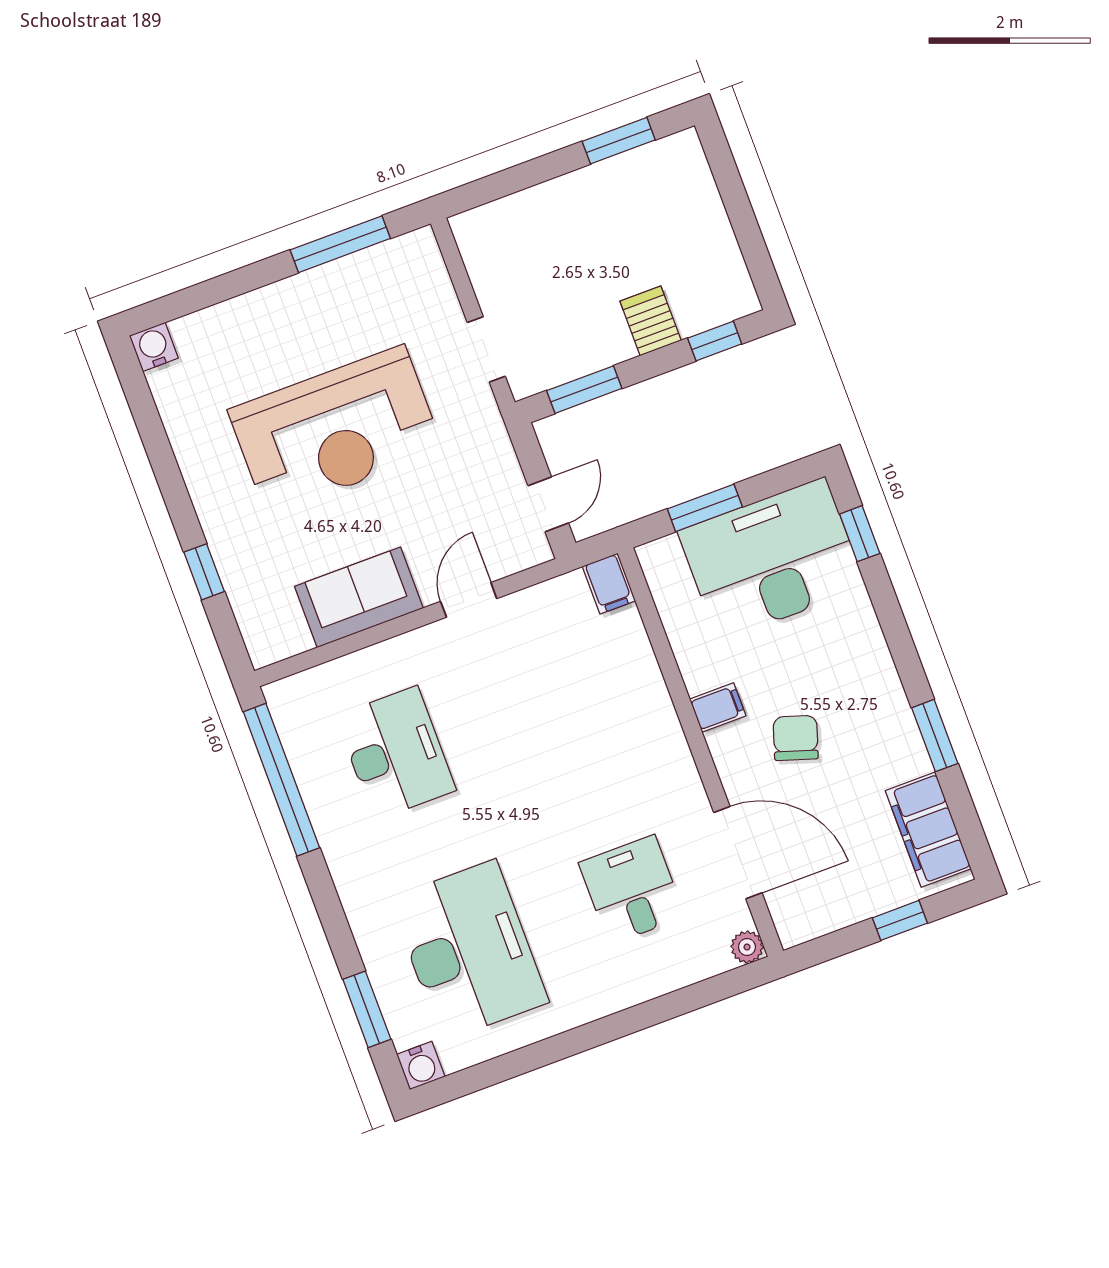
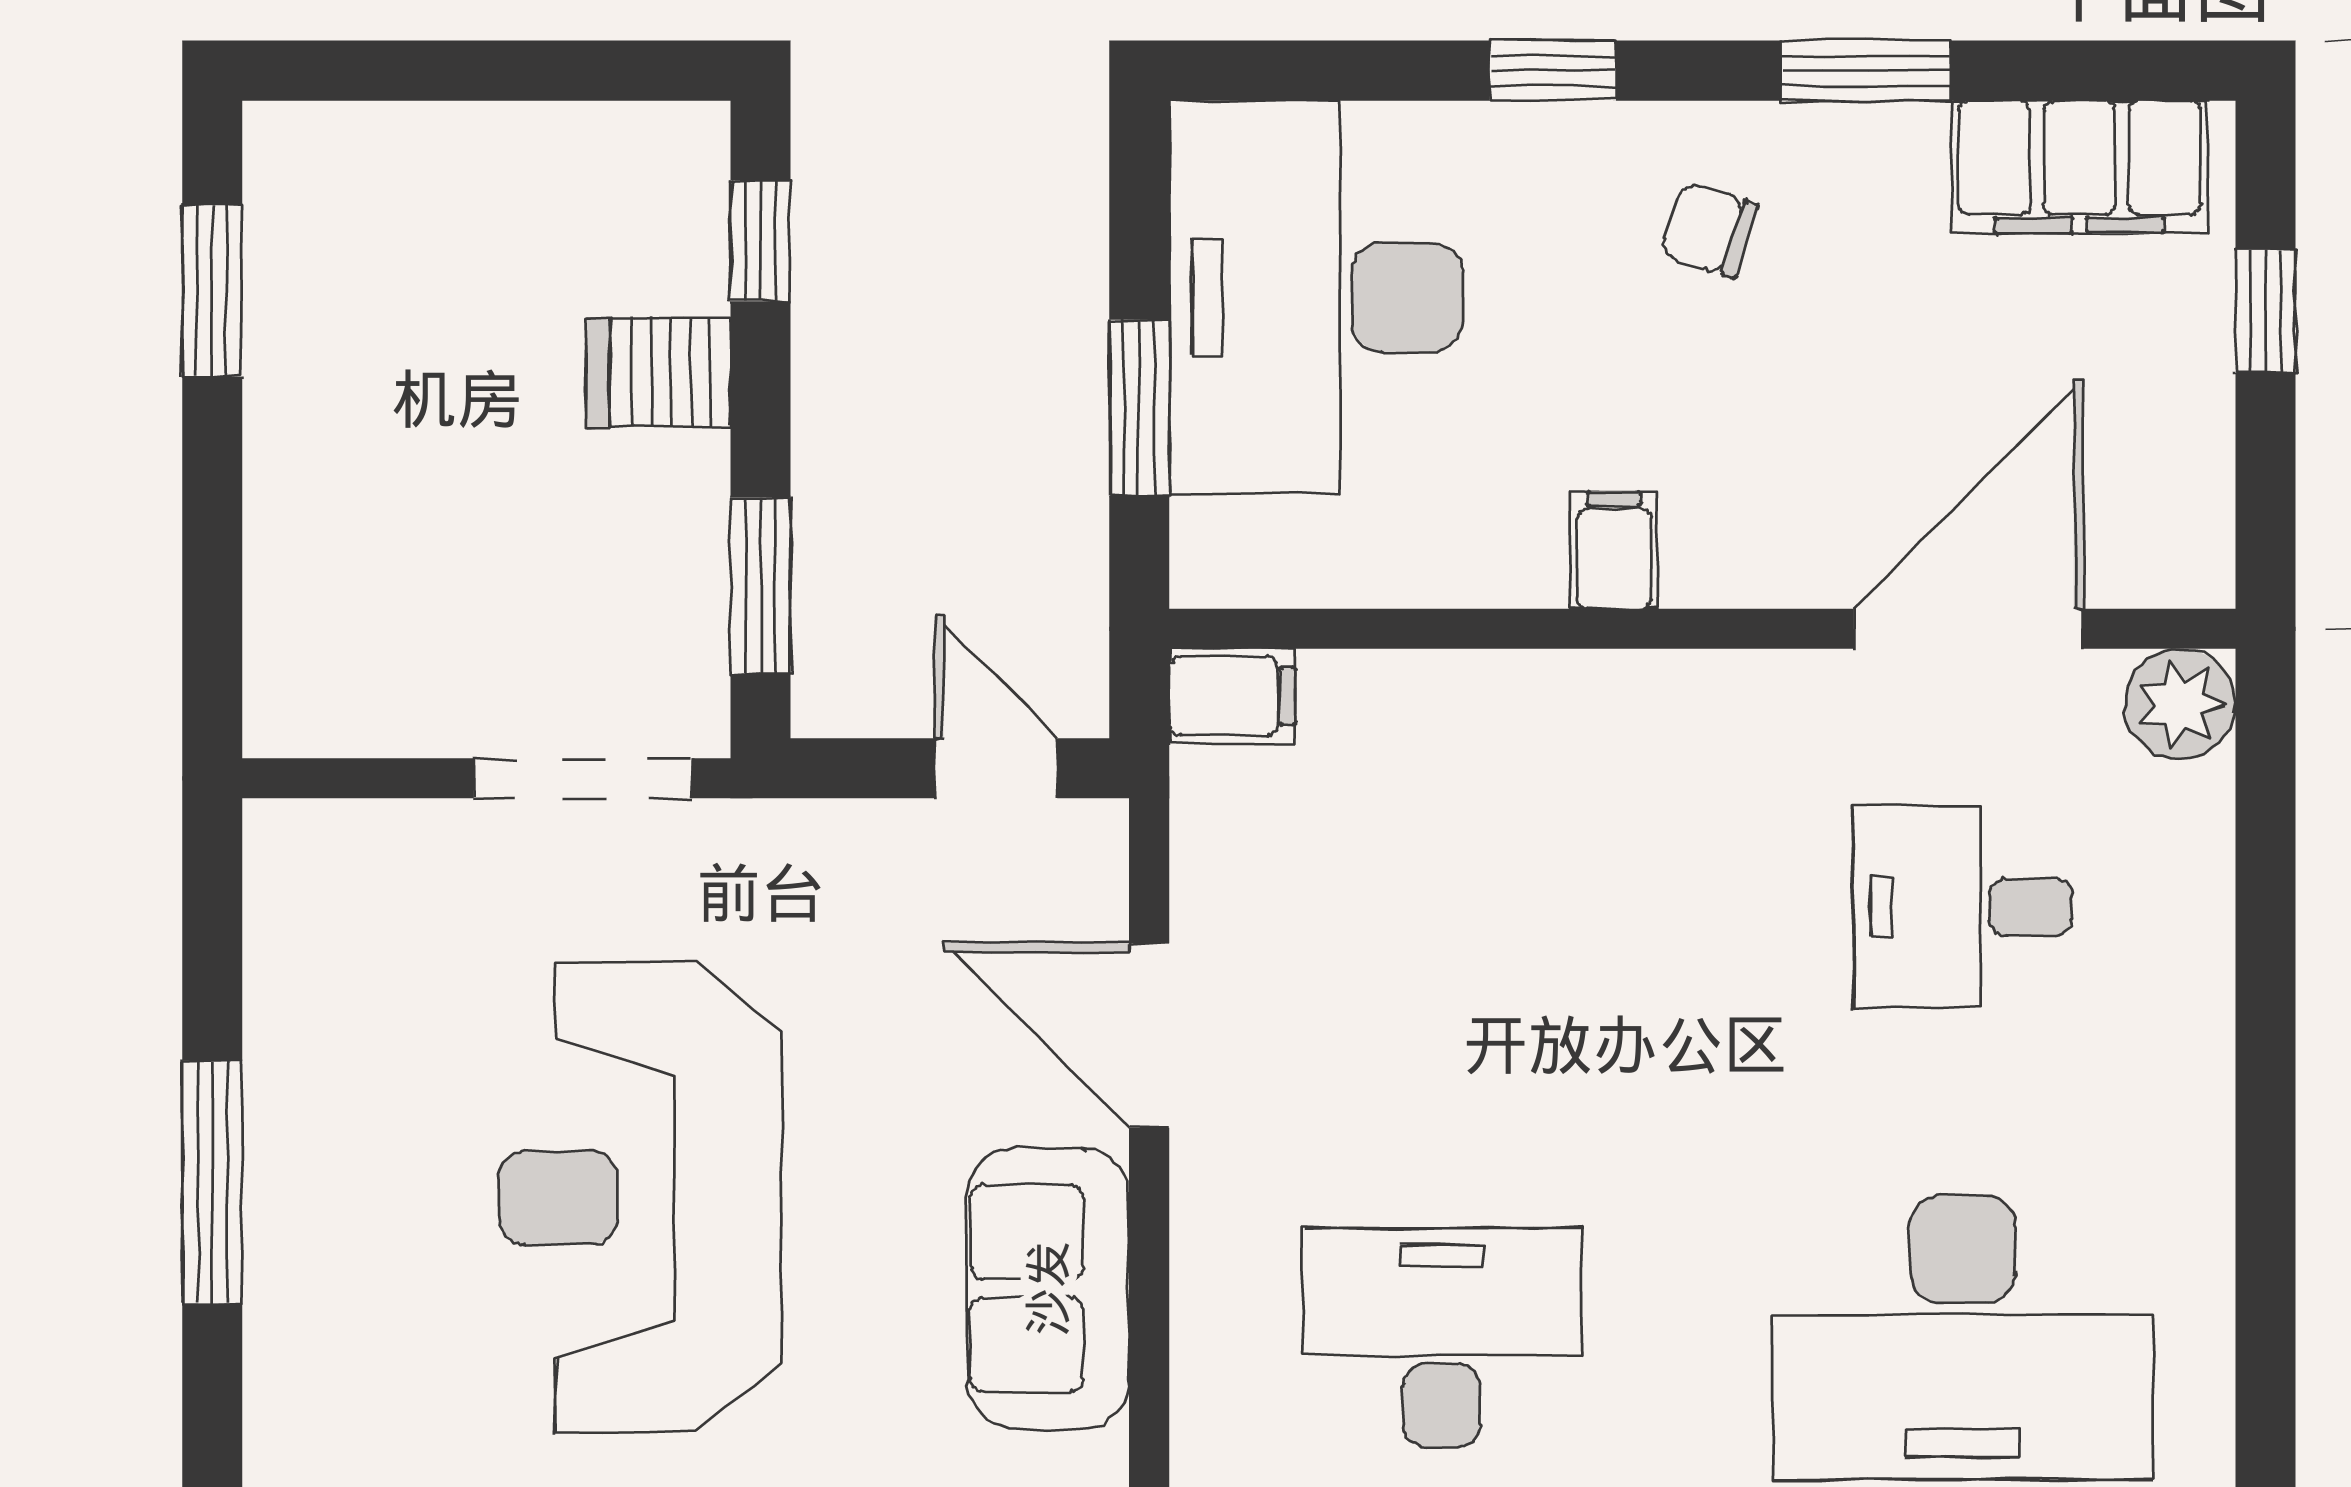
window: (340, 244) -> (212, 1182), moved
doorway: (486, 349) -> (583, 778), width x1.38
reception desk: (336, 430) -> (640, 1198), turned 180
window: (860, 534) -> (1553, 71), moved
door: (469, 600) -> (1149, 1036), width x1.37
chair: (796, 738) -> (1710, 230), moved, width x0.73, depth x0.73
plant: (747, 947) -> (2180, 704), width x1.38, depth x1.38
desk: (469, 950) -> (1963, 1337), turned 180

